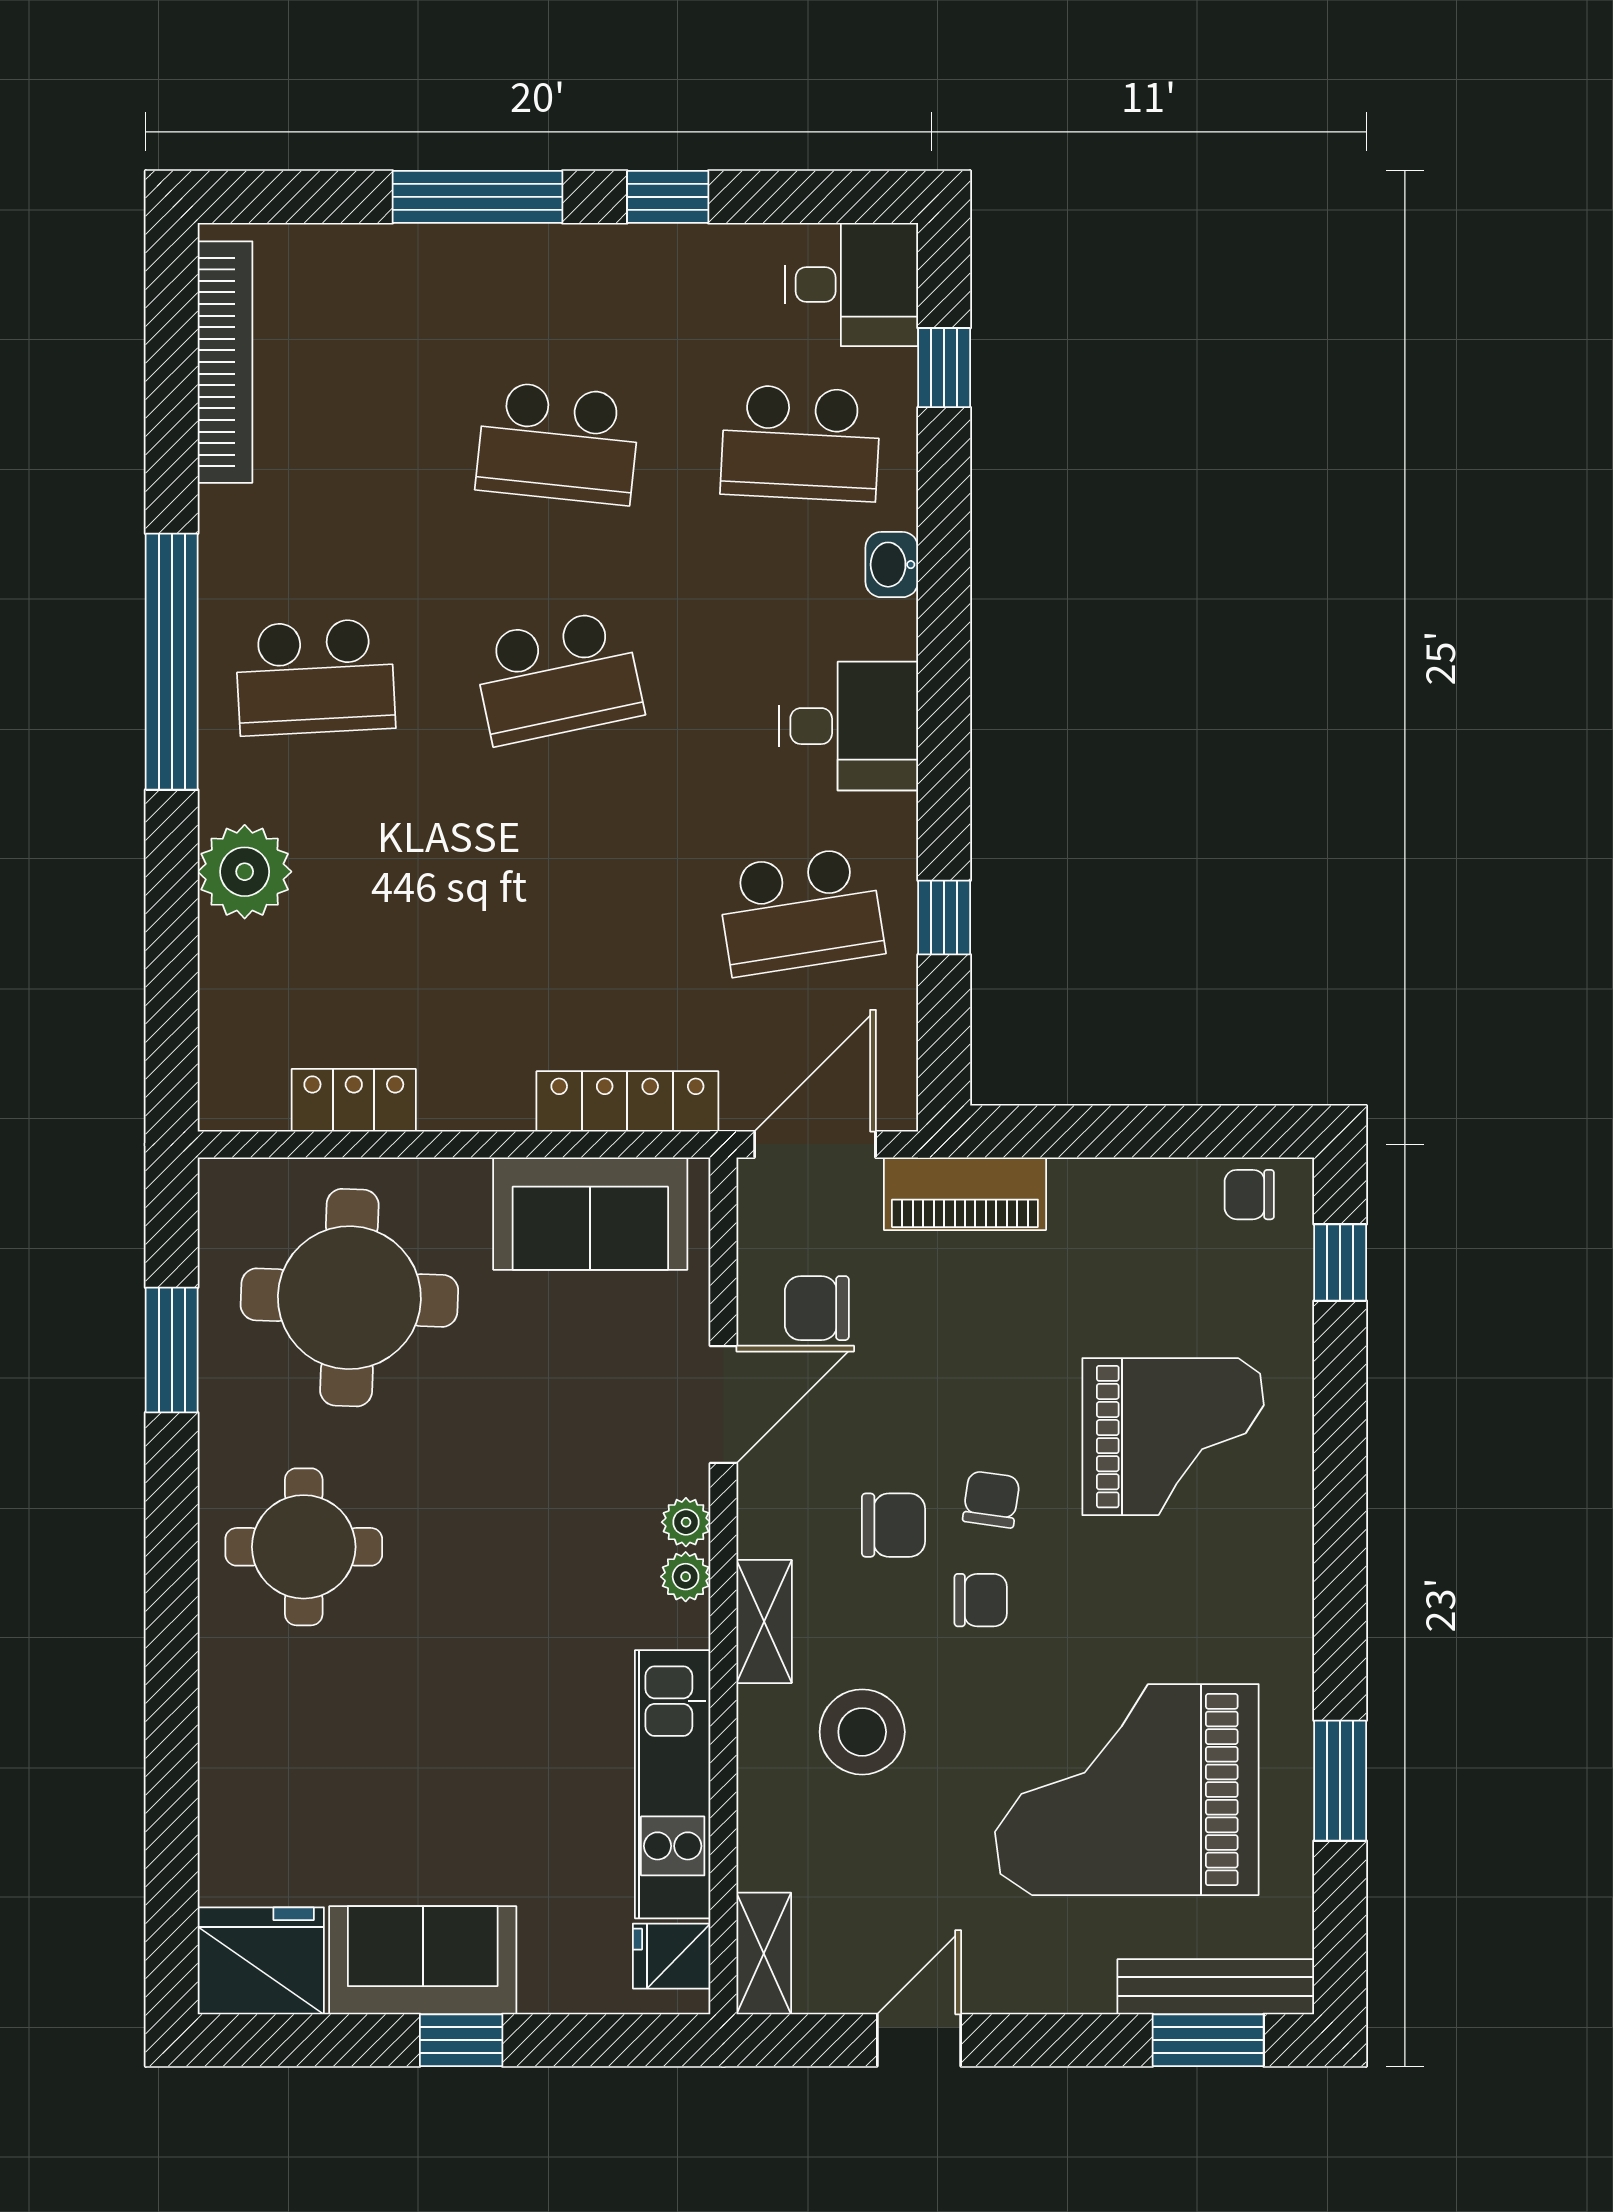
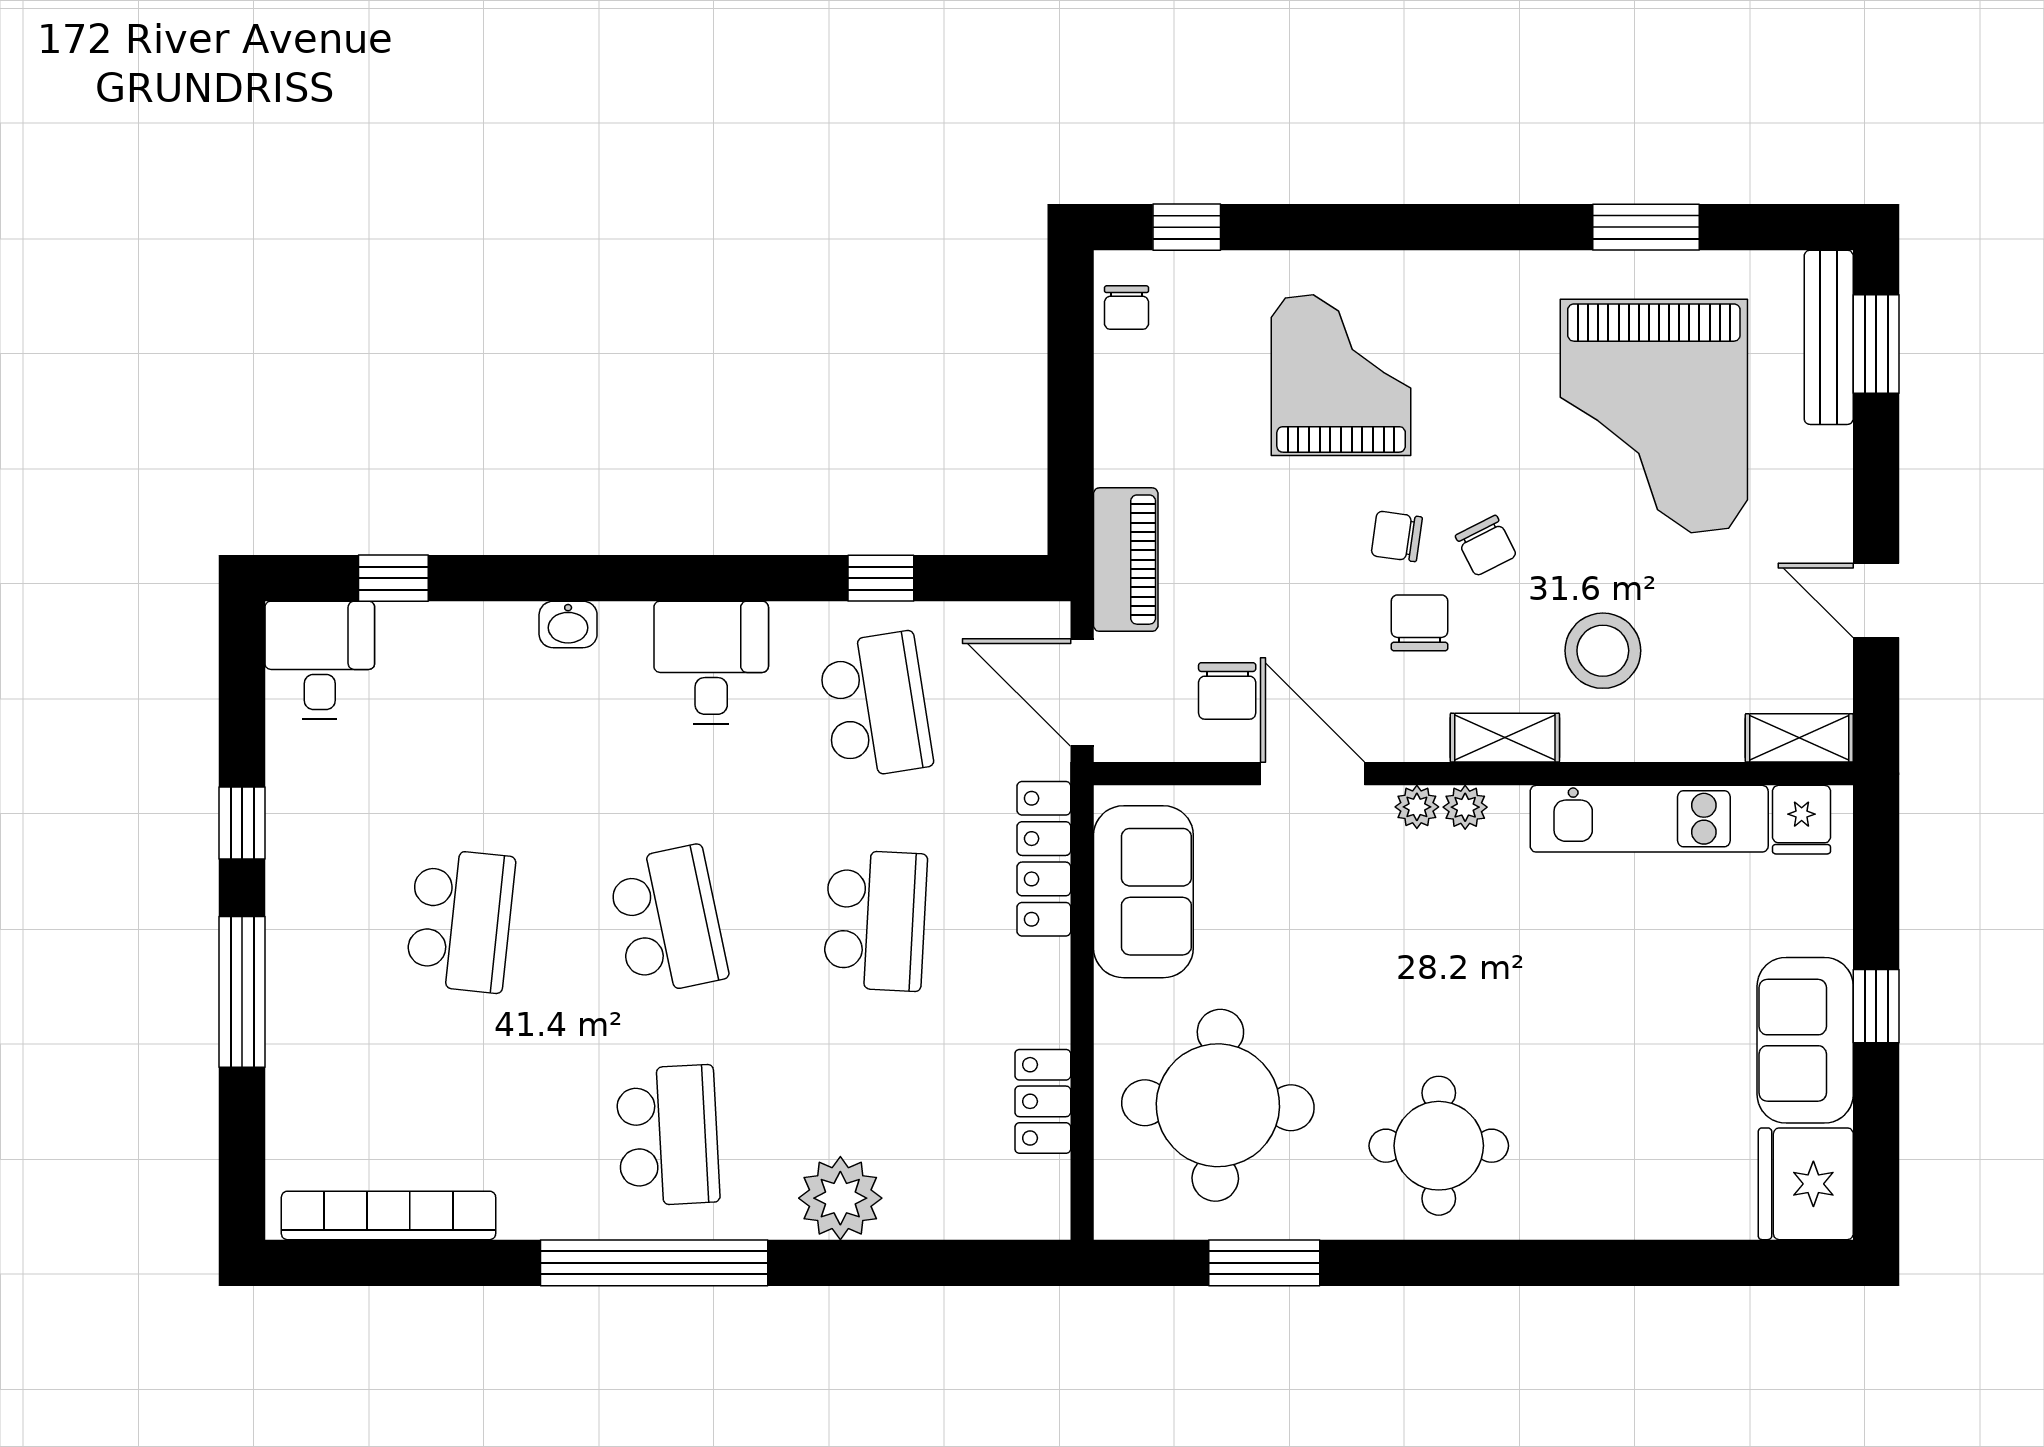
school desk: (801, 443) -> (875, 920), moved
chair: (981, 1600) -> (1486, 546), turned 153

